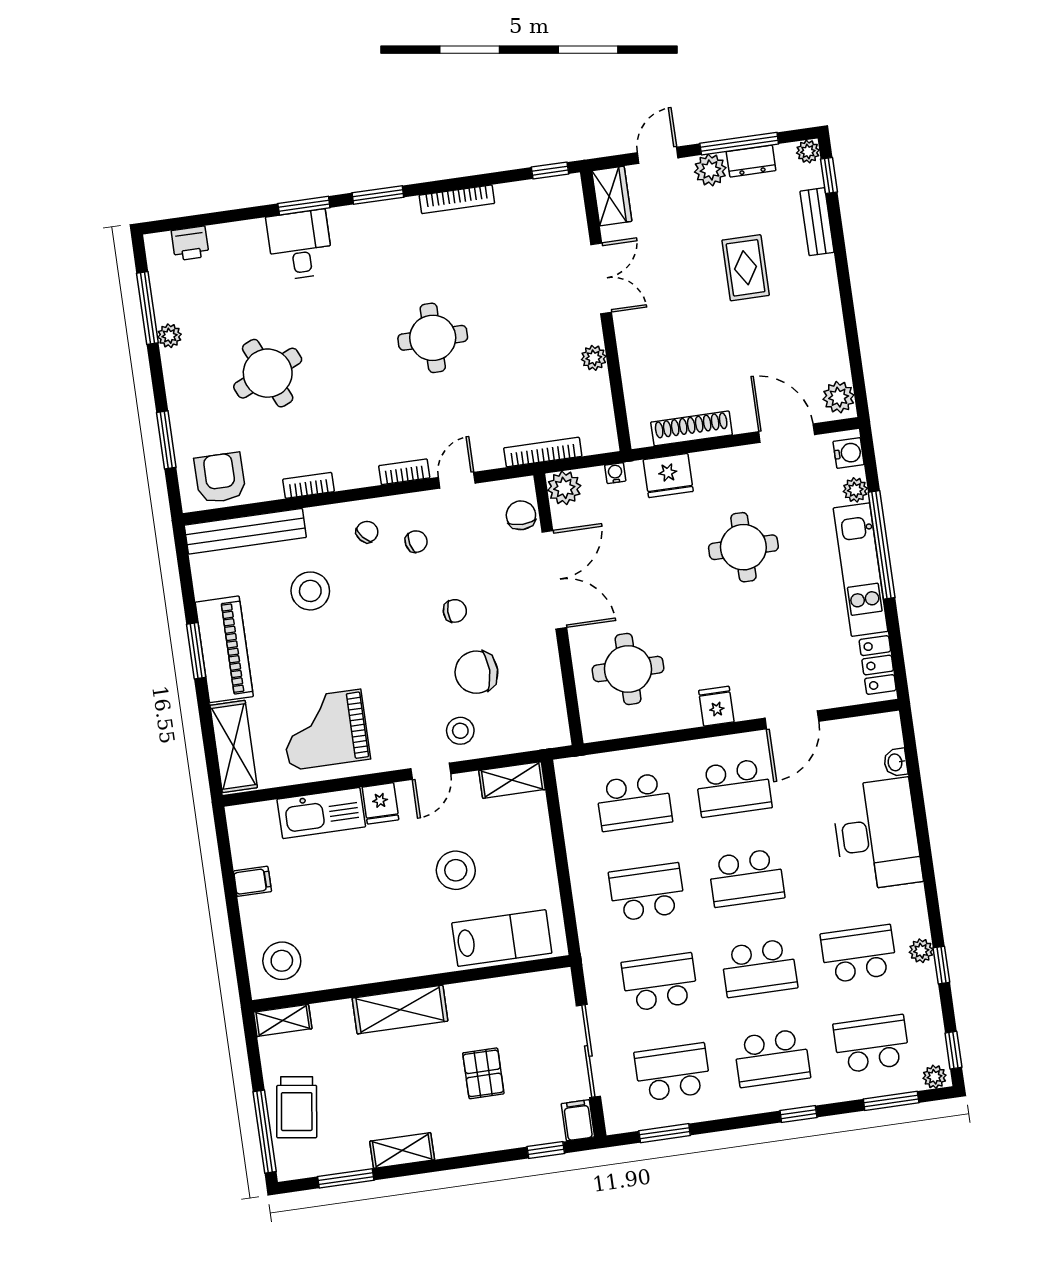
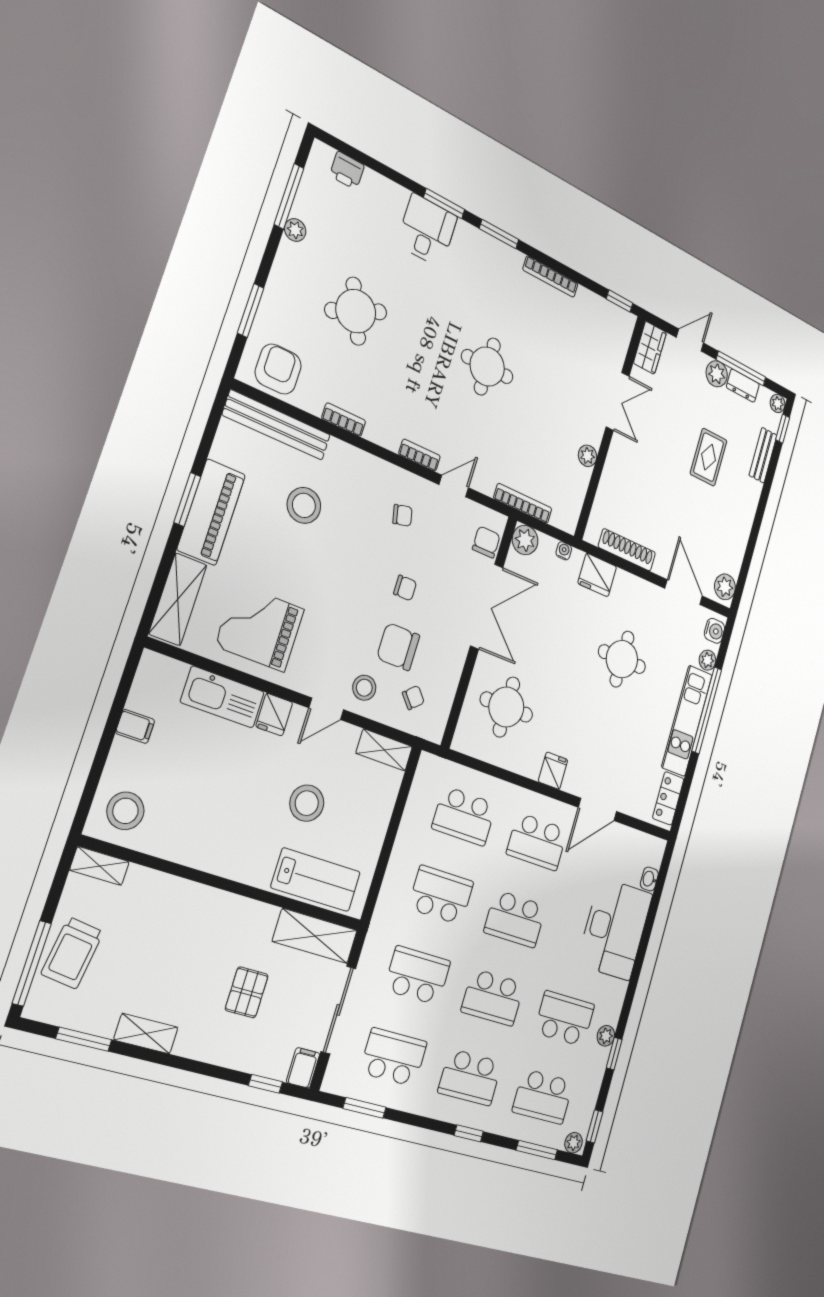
chair: (367, 532) -> (413, 698), moved
shelving: (400, 1010) -> (315, 936), moved
school desk: (871, 1044) -> (543, 1097), turned 180

